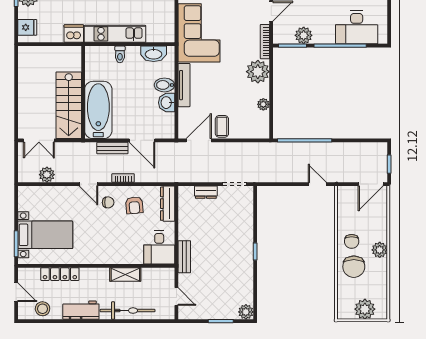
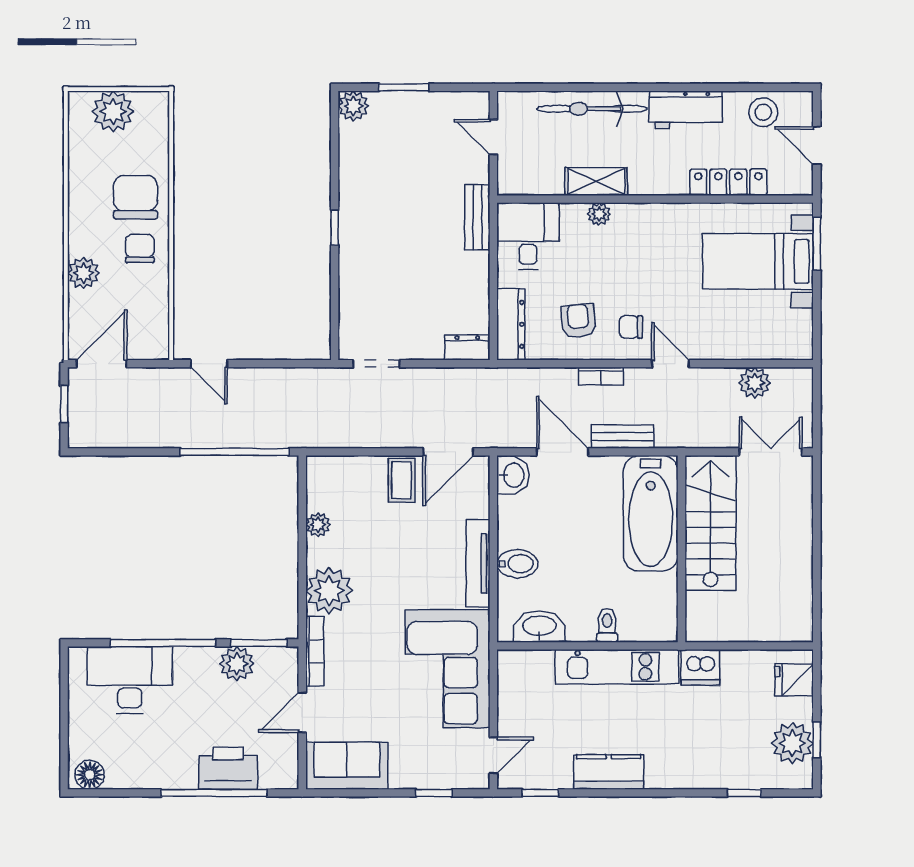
washbasin: (167, 103) -> (513, 475), moved
dresser: (206, 192) -> (467, 347), moved
plant: (380, 250) -> (84, 273), moved
plant: (124, 258) -> (599, 214), added

